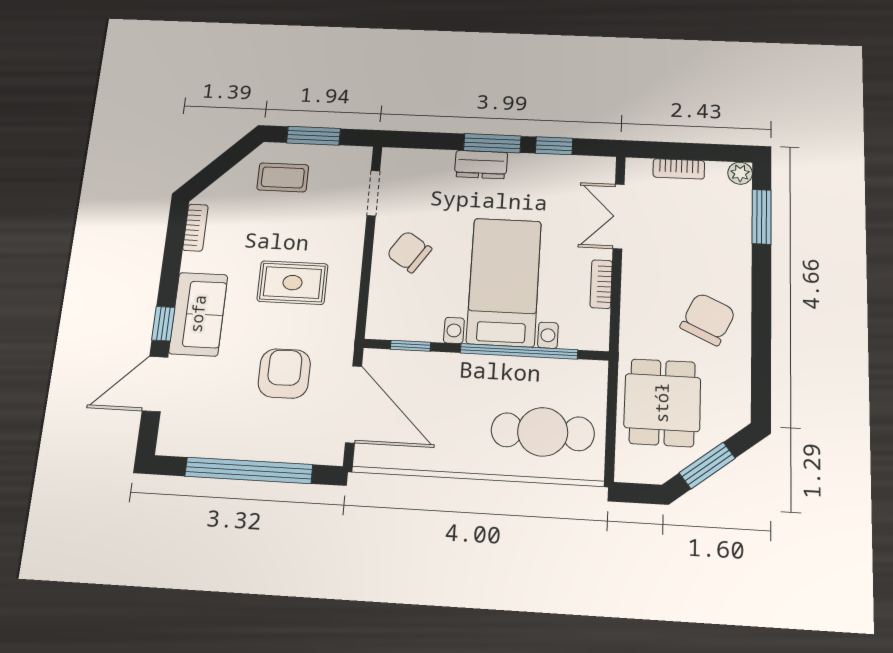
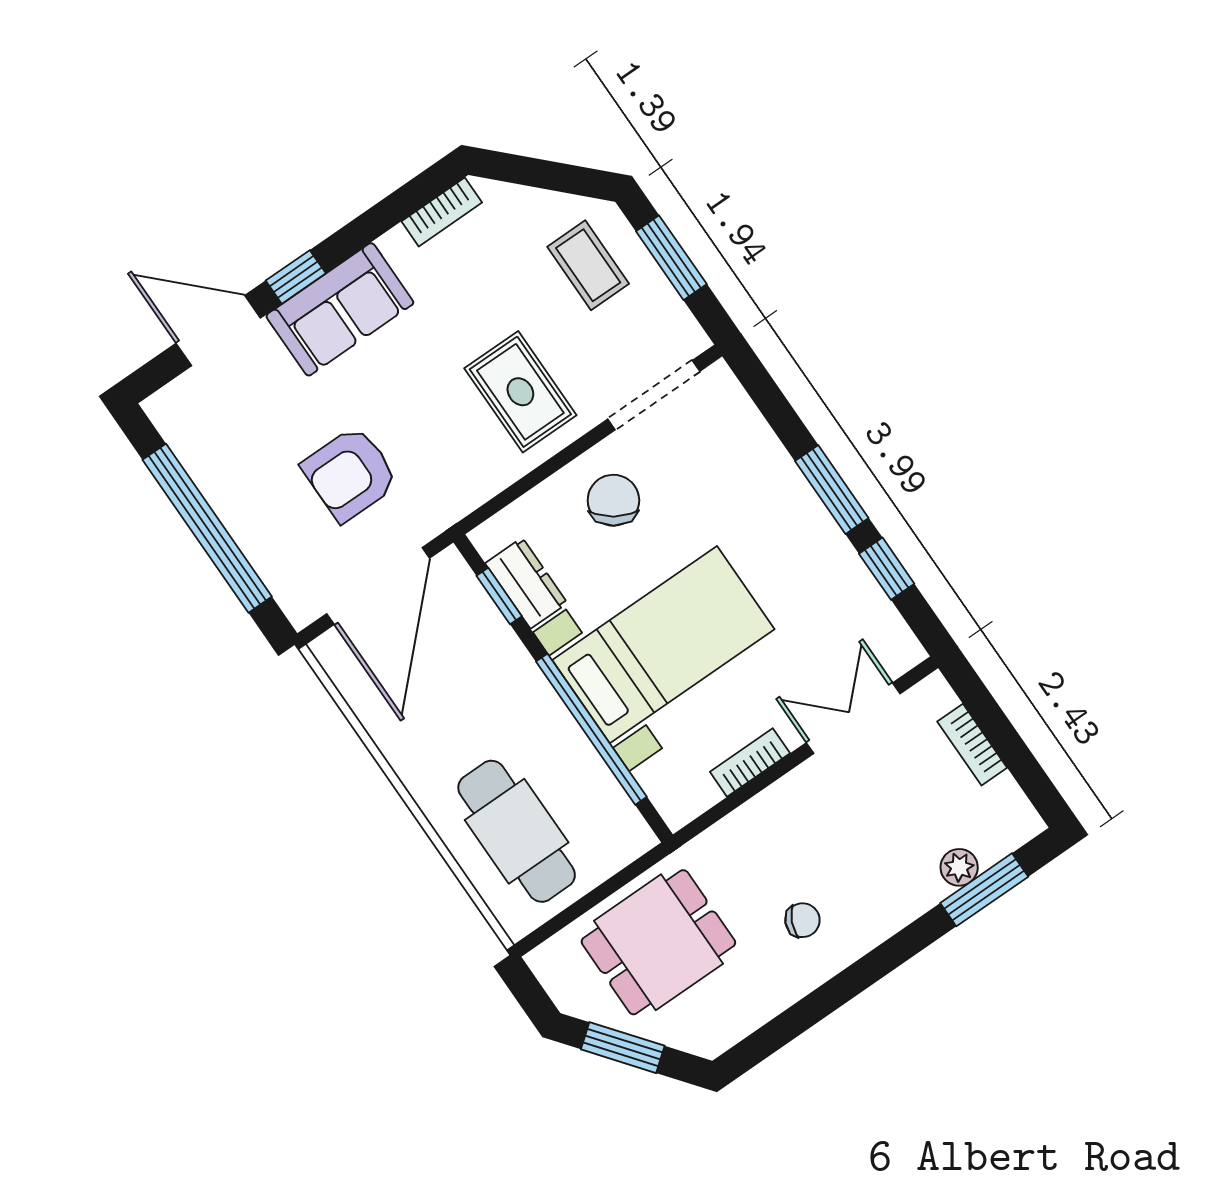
dresser: (481, 165) -> (526, 583), moved, turned 180
plant: (740, 173) -> (959, 867), moved
doorway: (373, 193) -> (654, 395), width x1.38
rug: (293, 283) -> (520, 392), moved
chair: (708, 319) -> (802, 920), width x0.54, depth x0.54
armchair: (284, 373) -> (350, 474), turned 180

